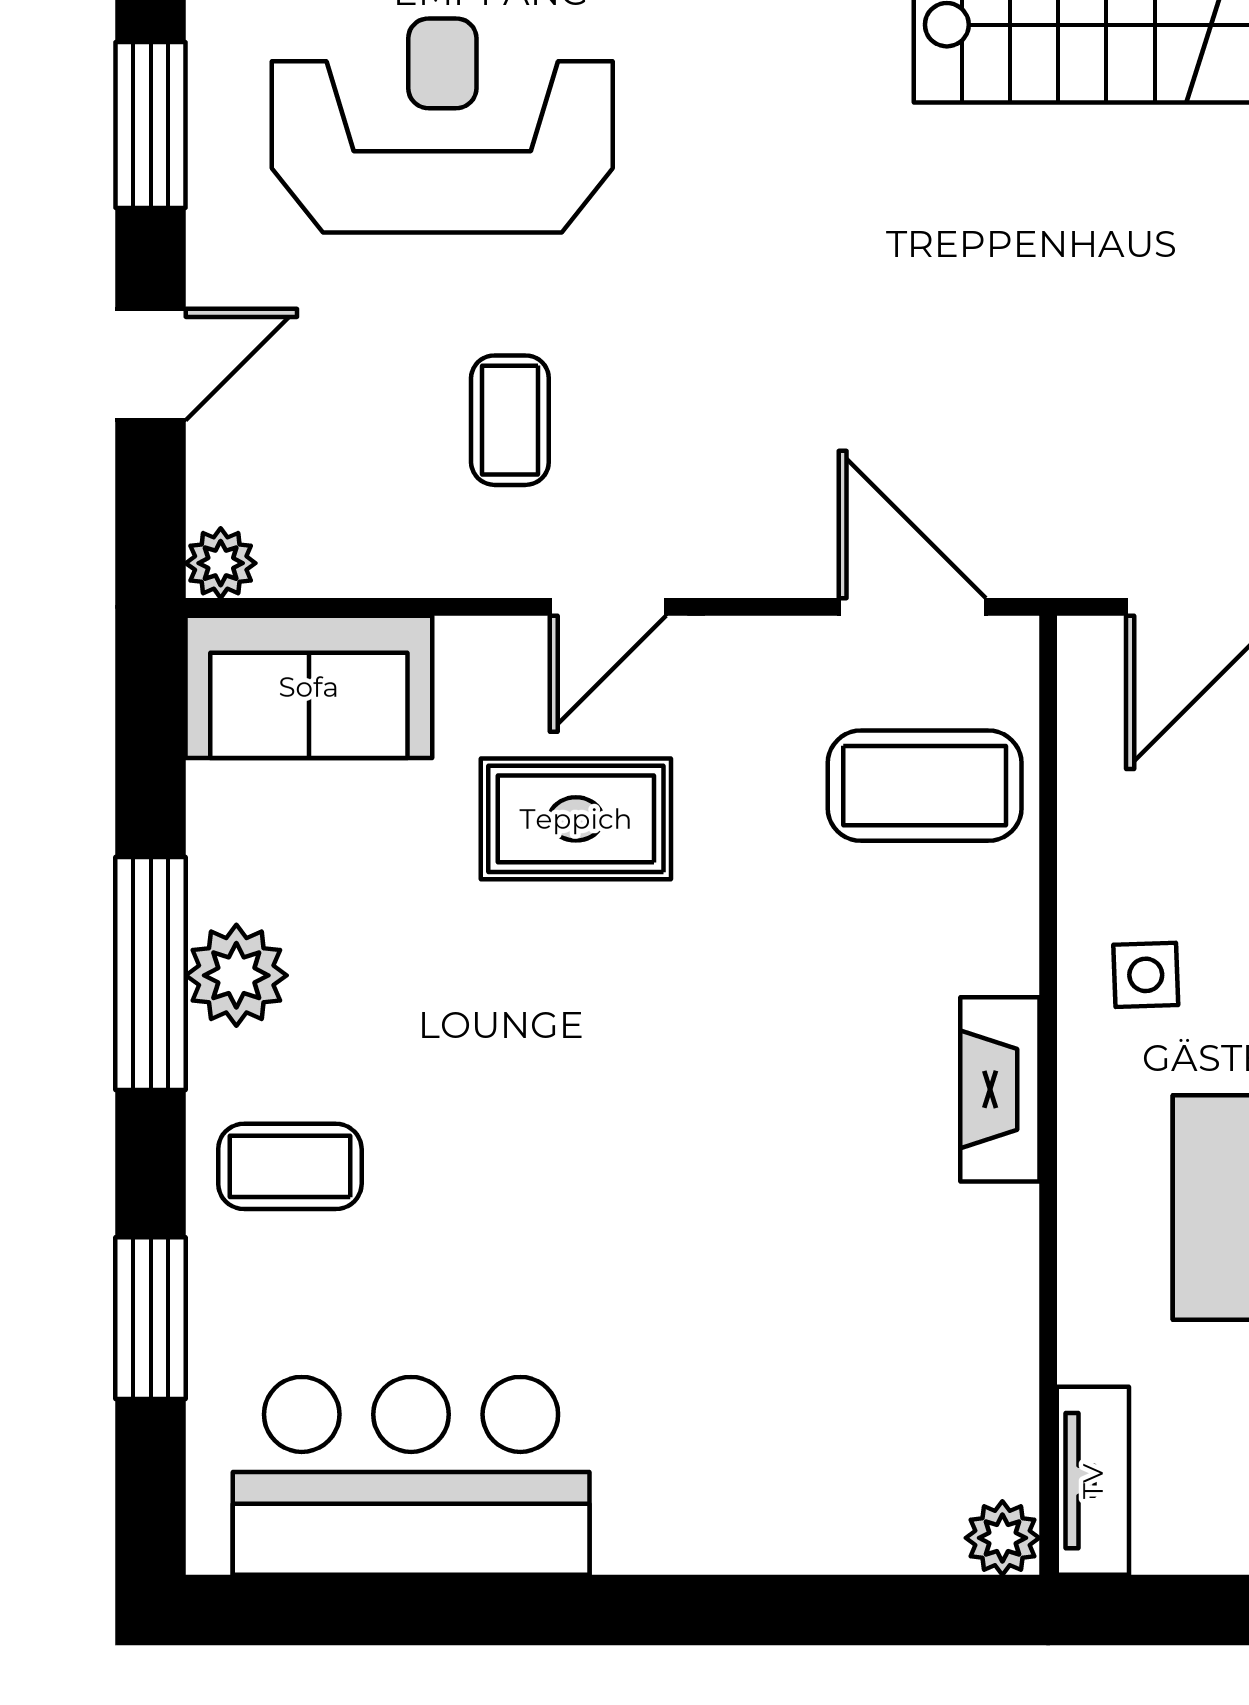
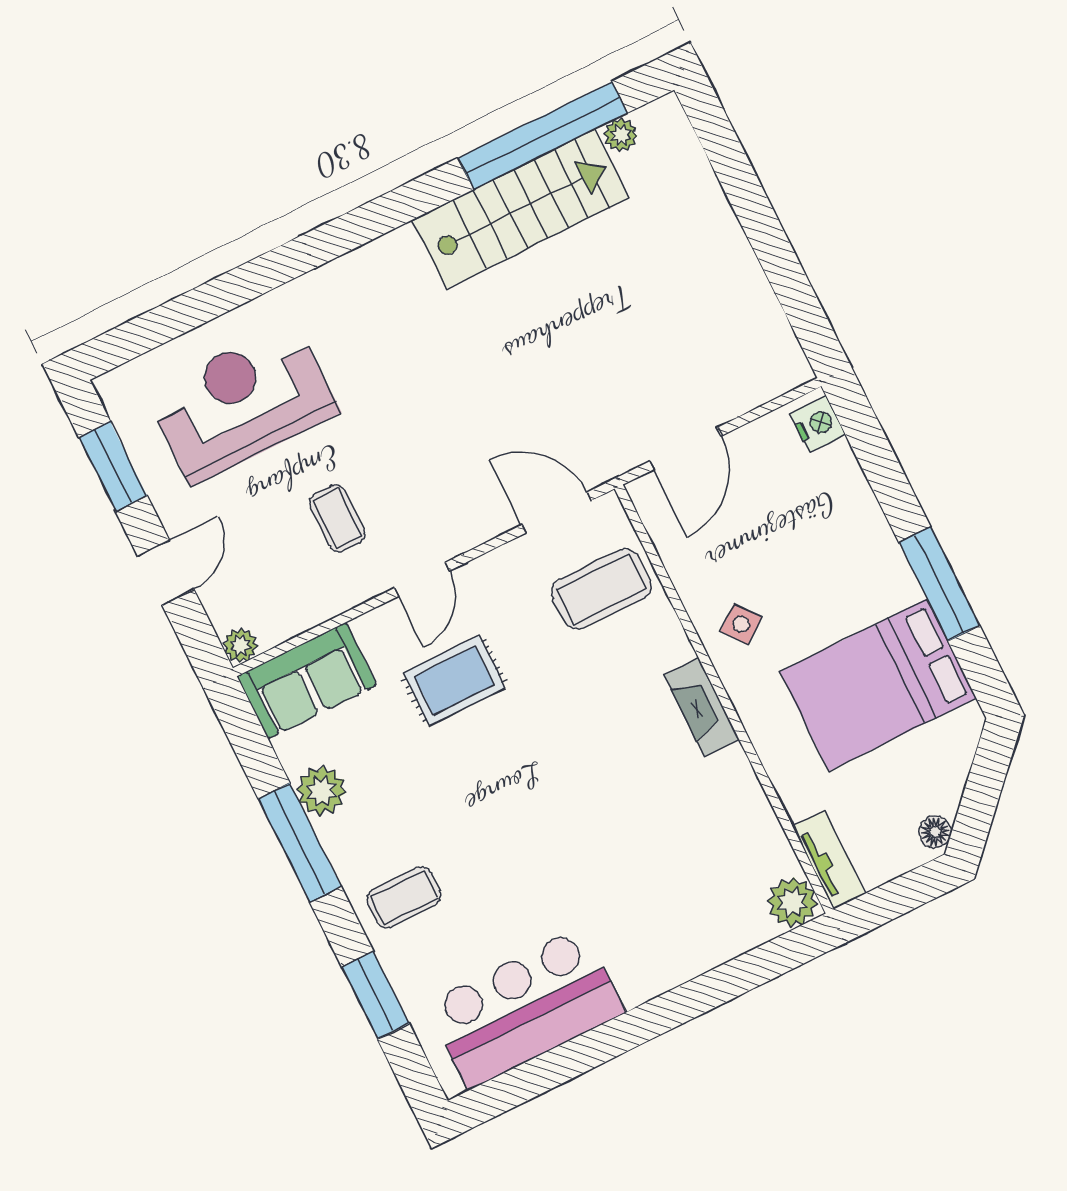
plant: (236, 975) -> (321, 791), moved
side table: (1146, 975) -> (741, 624), turned -35
plant: (1002, 1538) -> (792, 902), width x1.38, depth x1.38

